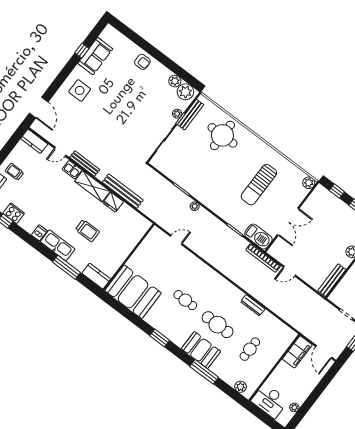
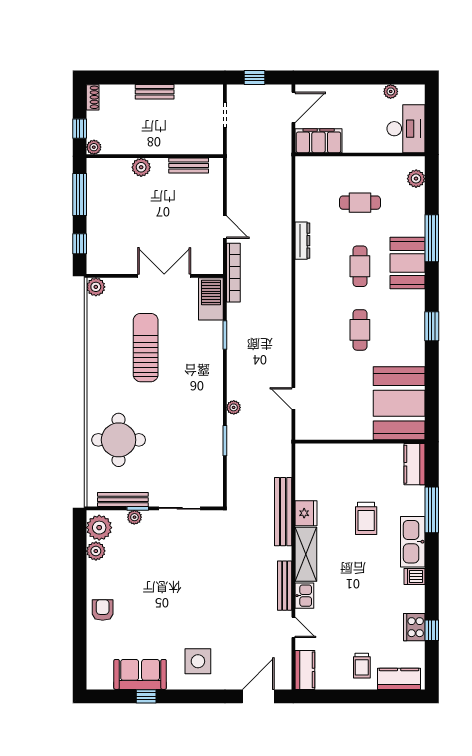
sun lounger: (259, 185) -> (146, 348), turned -90
trolley: (87, 231) -> (366, 518), turned 180
bench: (332, 280) -> (189, 165), width x0.73
cafe table: (218, 325) -> (360, 266), width x0.73, depth x0.74

